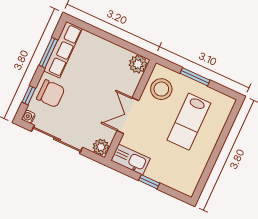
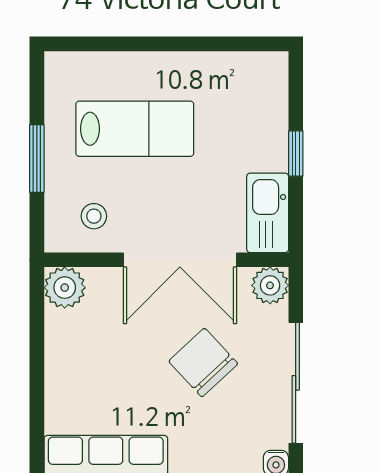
stool: (161, 89) -> (94, 216), width x0.53, depth x0.53
chair: (51, 94) -> (203, 362), moved, turned -43
double door: (128, 116) -> (180, 260), width x1.37

